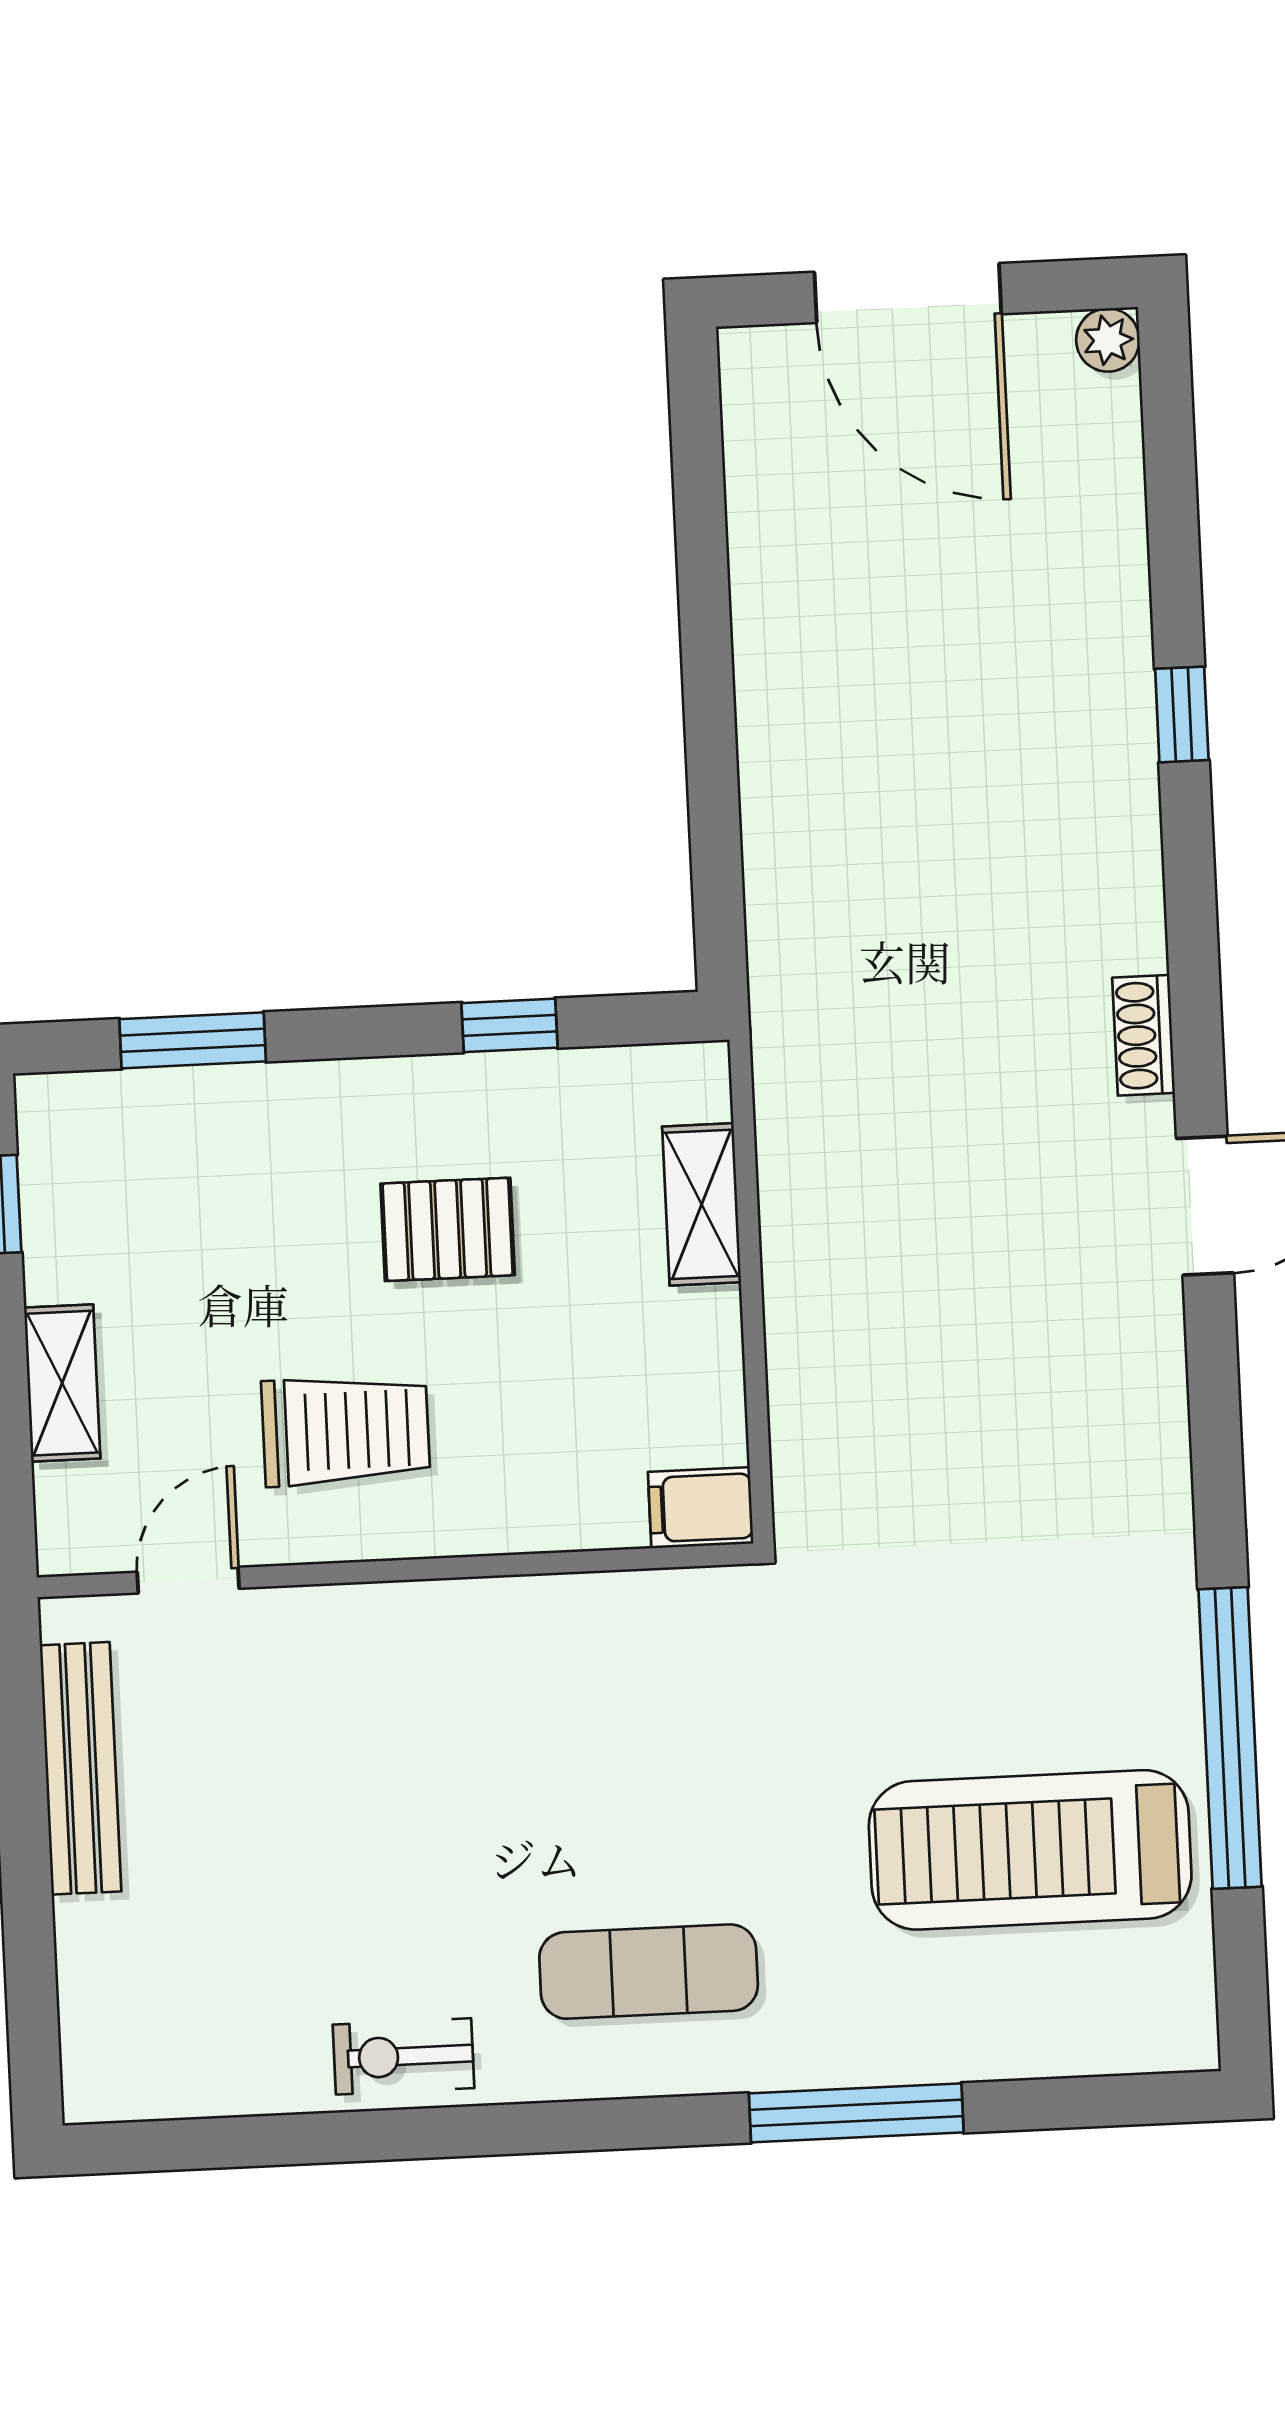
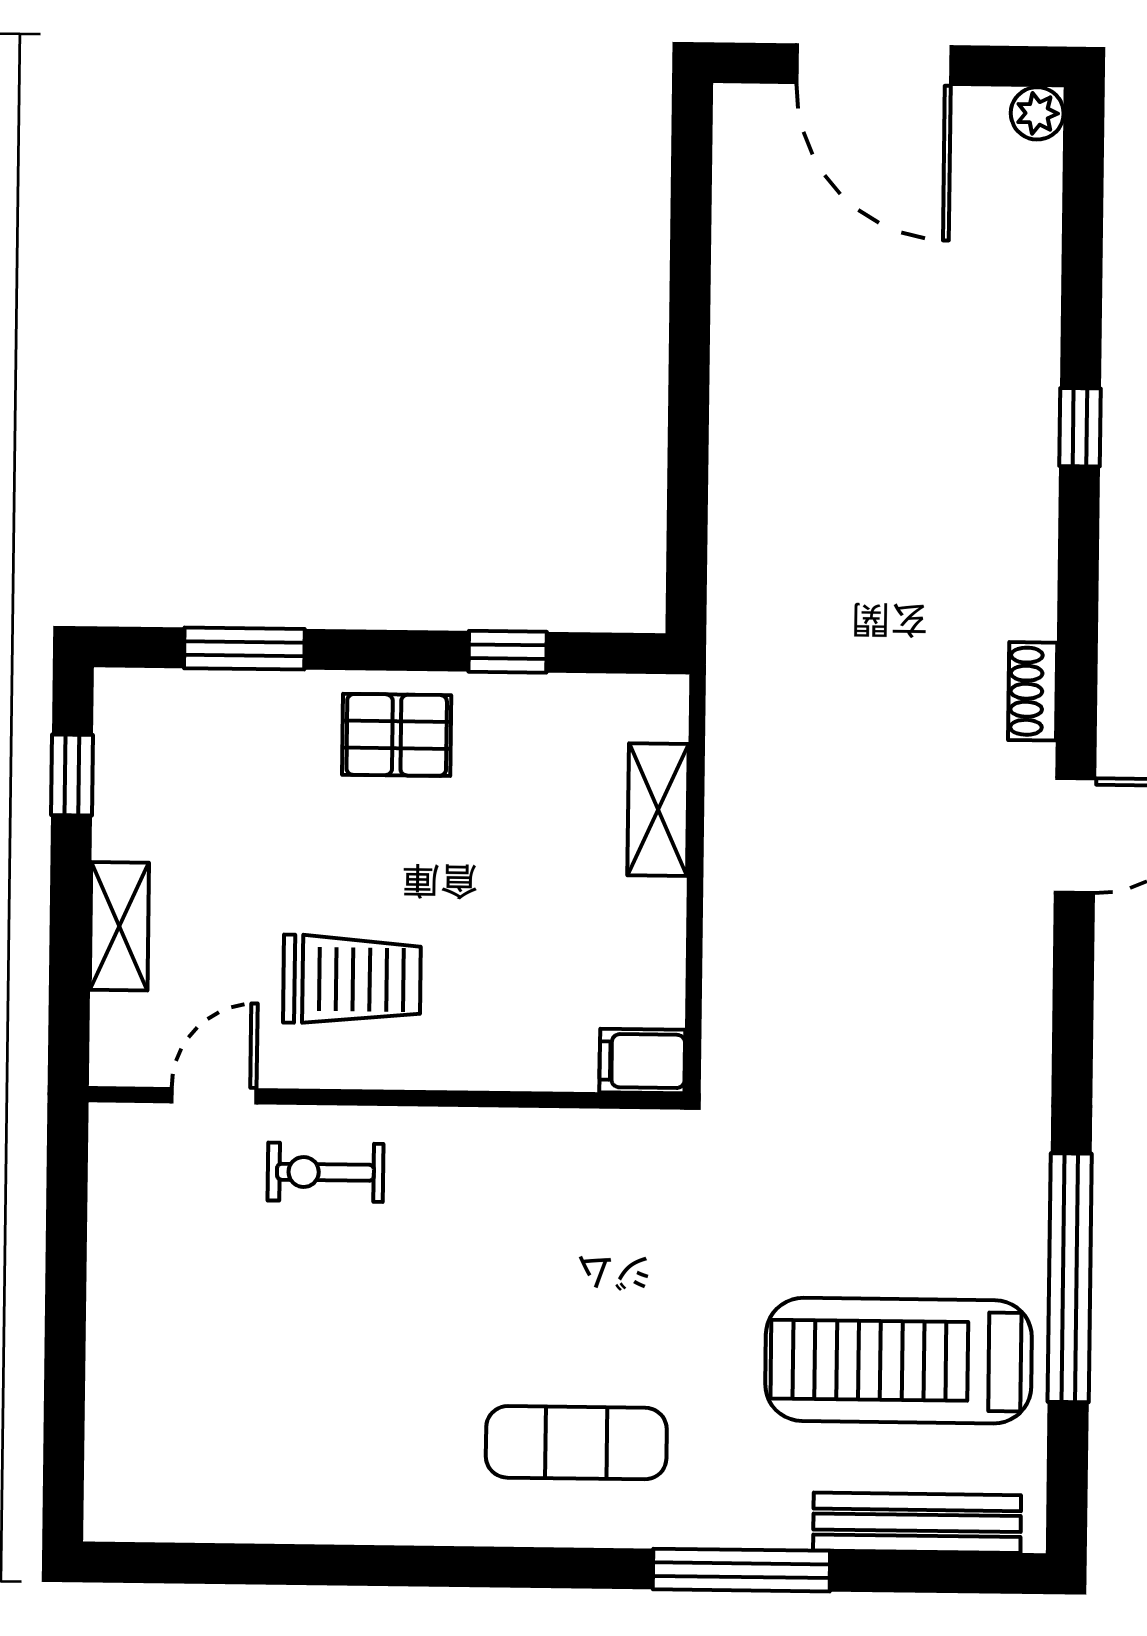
pallet: (448, 1229) -> (397, 735), moved
bench: (81, 1768) -> (917, 1523), moved, turned 90
exercise bike: (404, 2056) -> (325, 1172), moved

